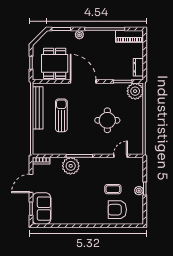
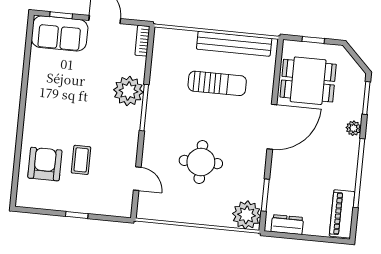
plant: (139, 191) -> (74, 204), removed

